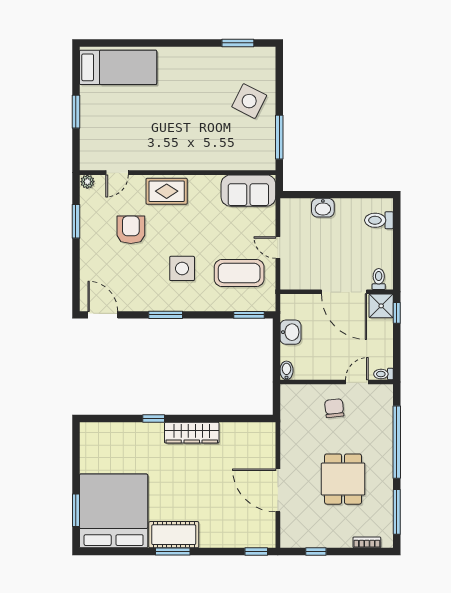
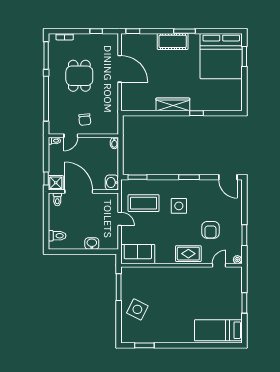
washbasin: (290, 332) -> (112, 183), moved
cot: (174, 535) -> (173, 41), moved

